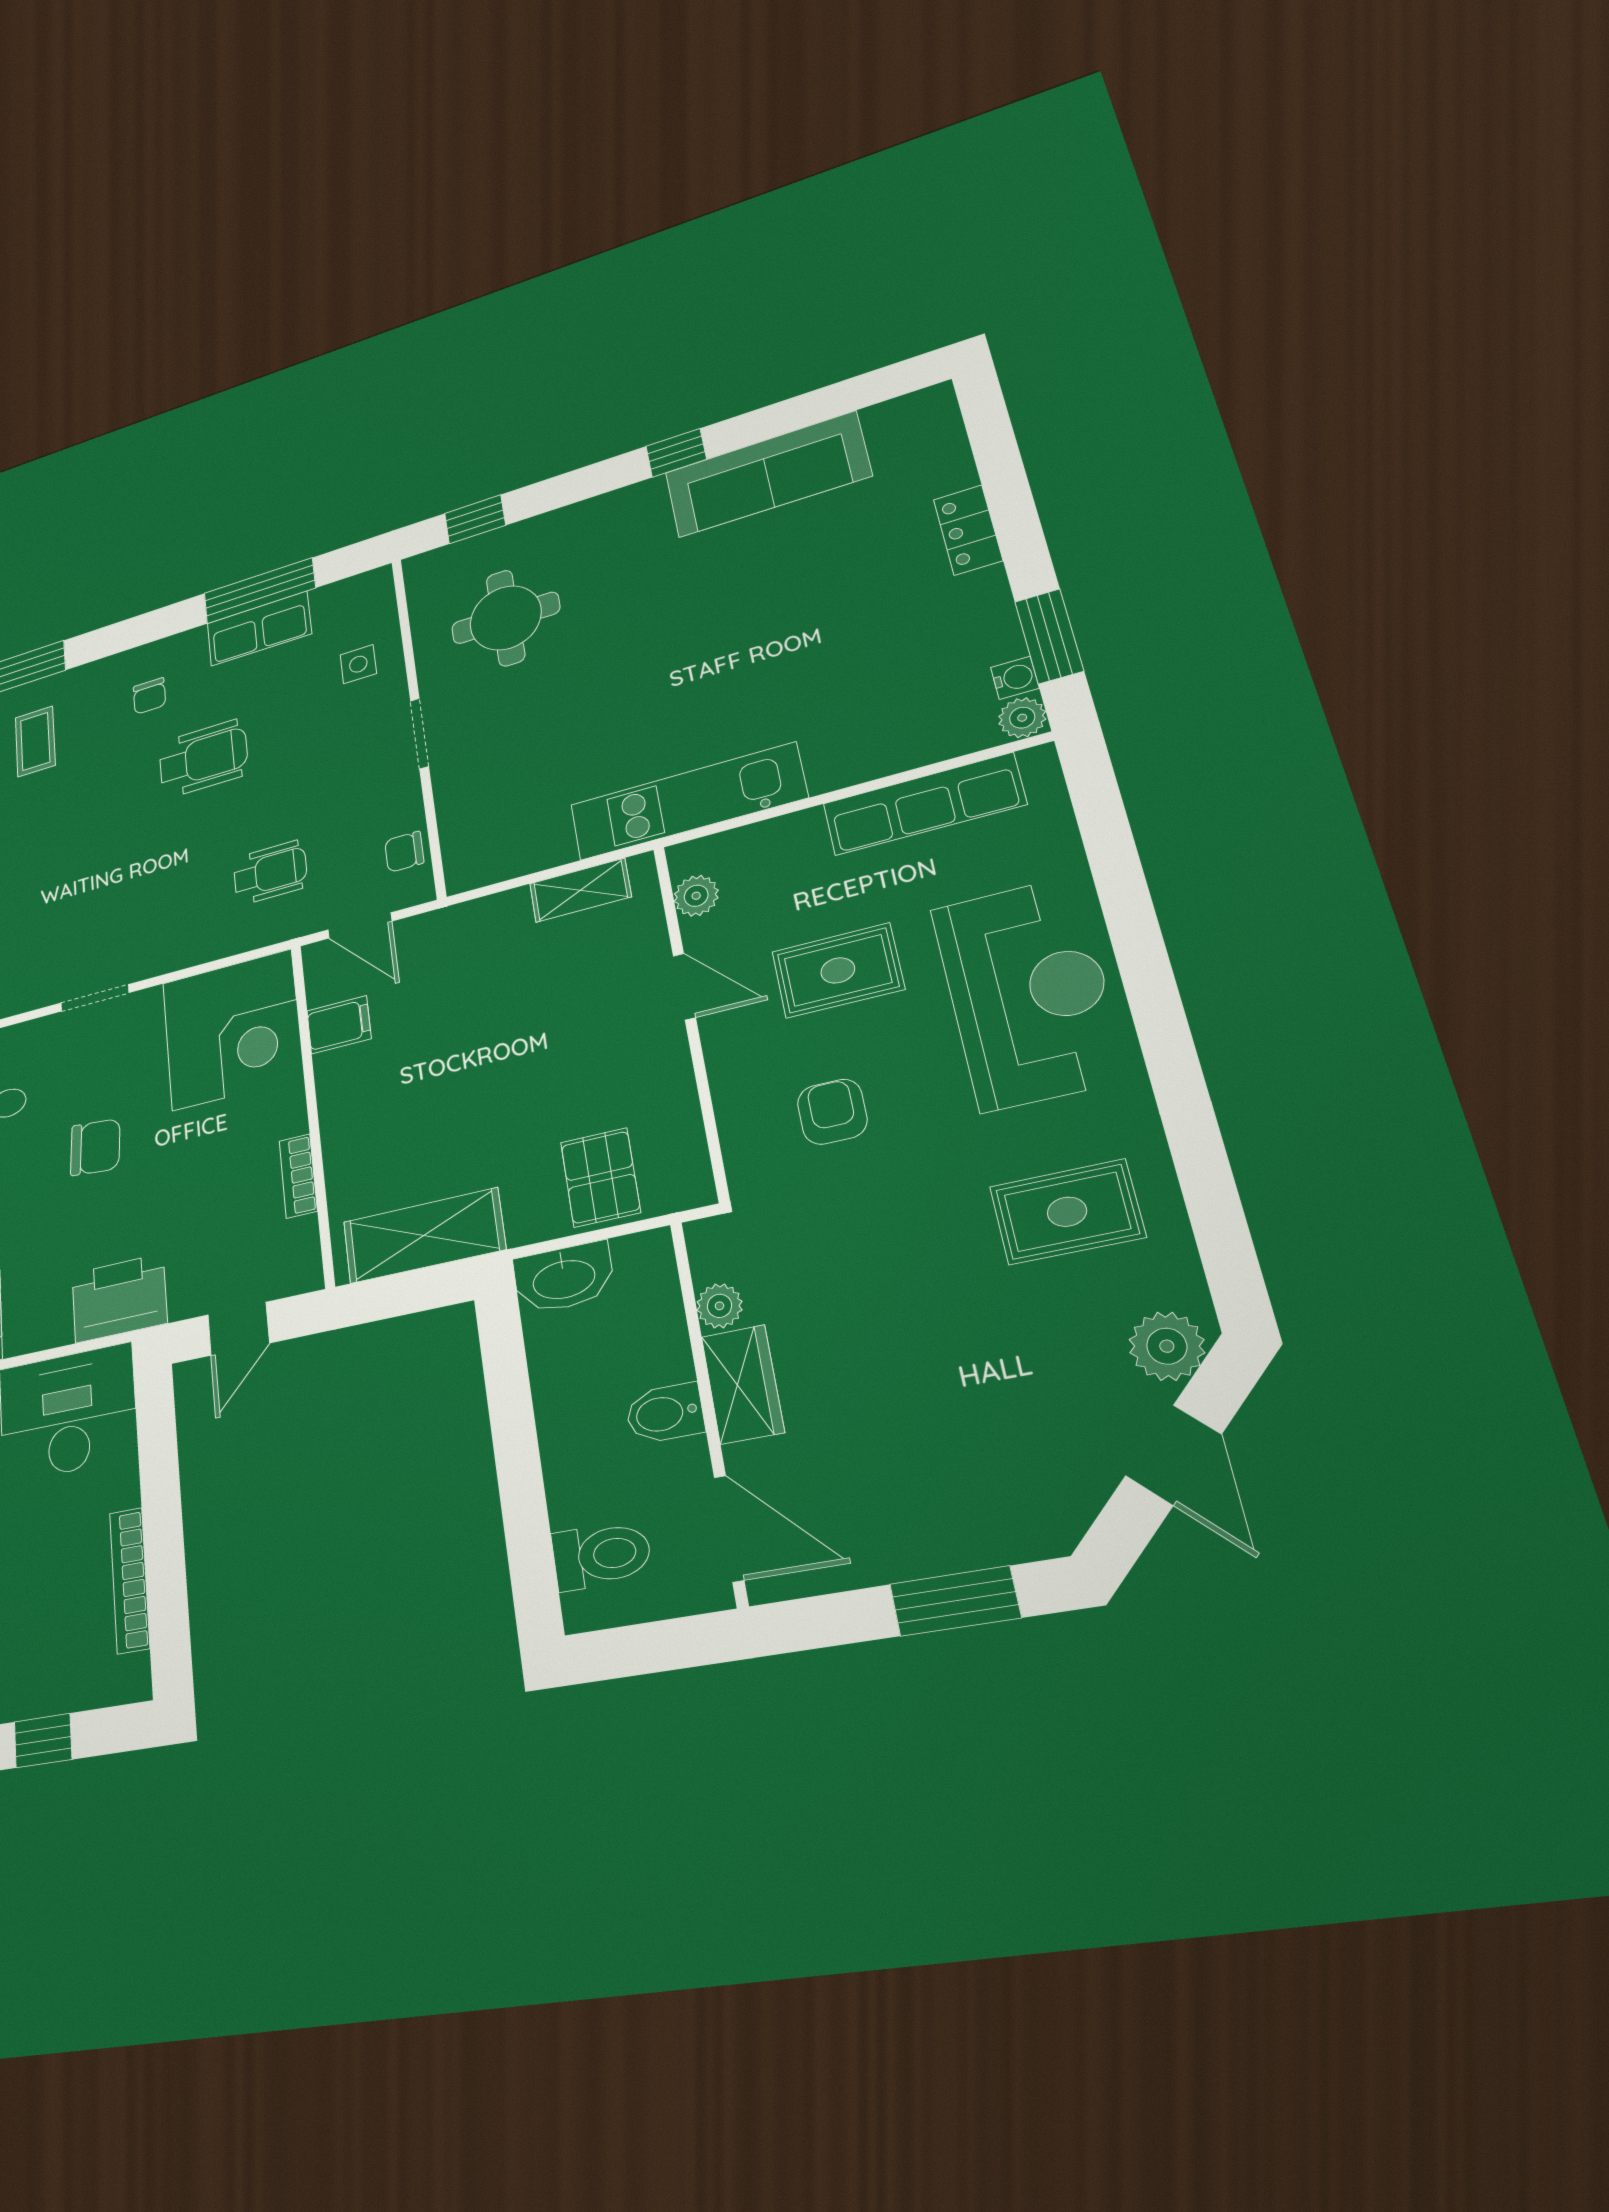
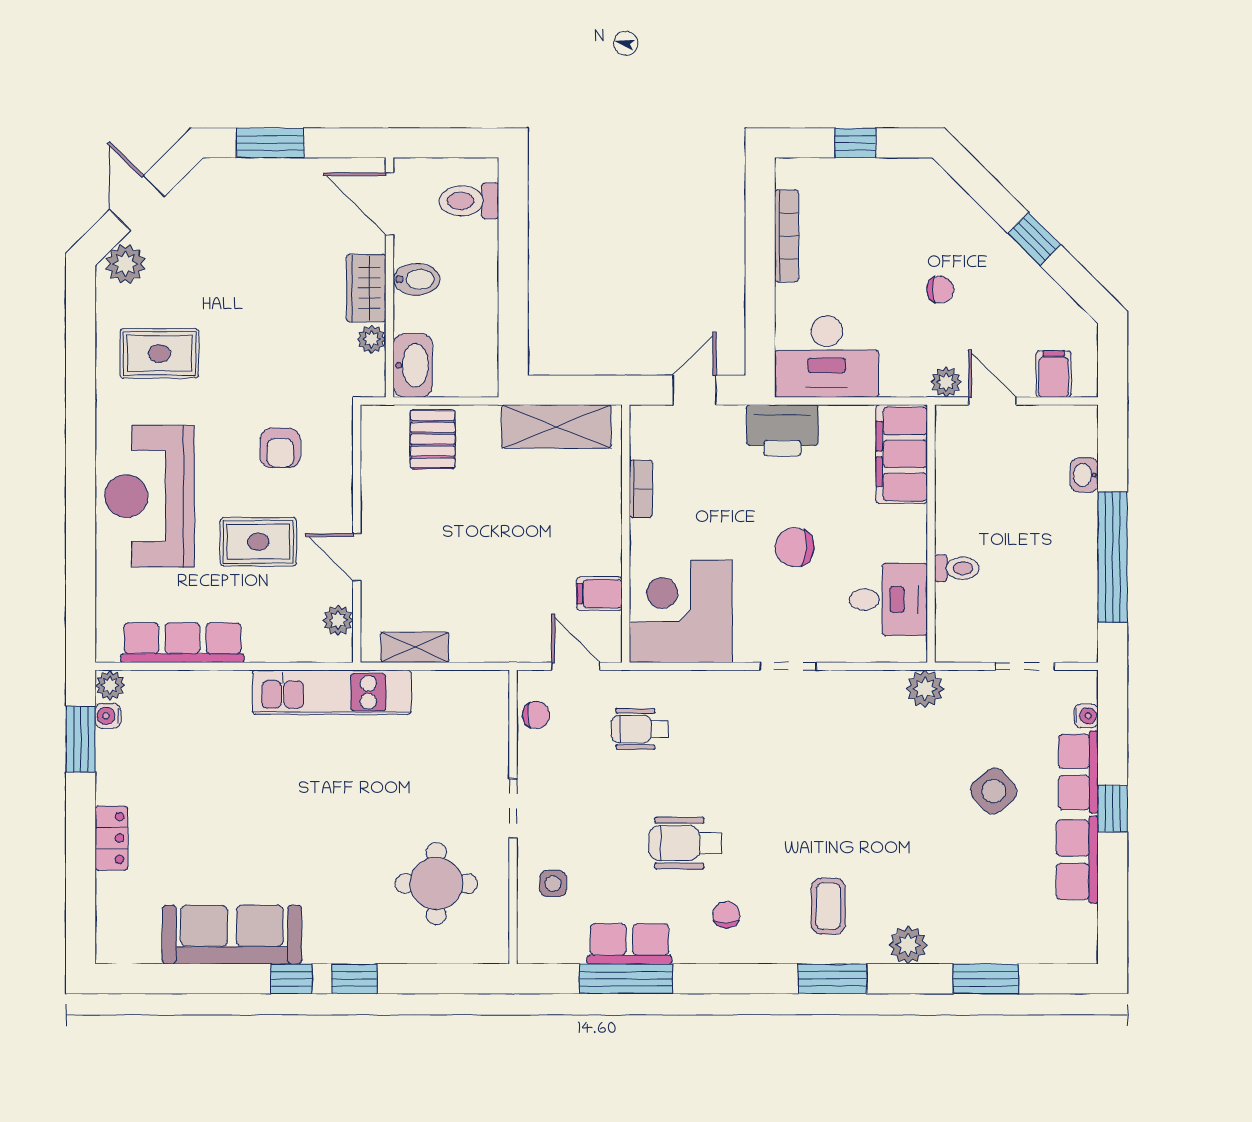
window: (475, 519) -> (354, 979), moved
washbasin: (564, 1278) -> (413, 365), moved, turned 90

